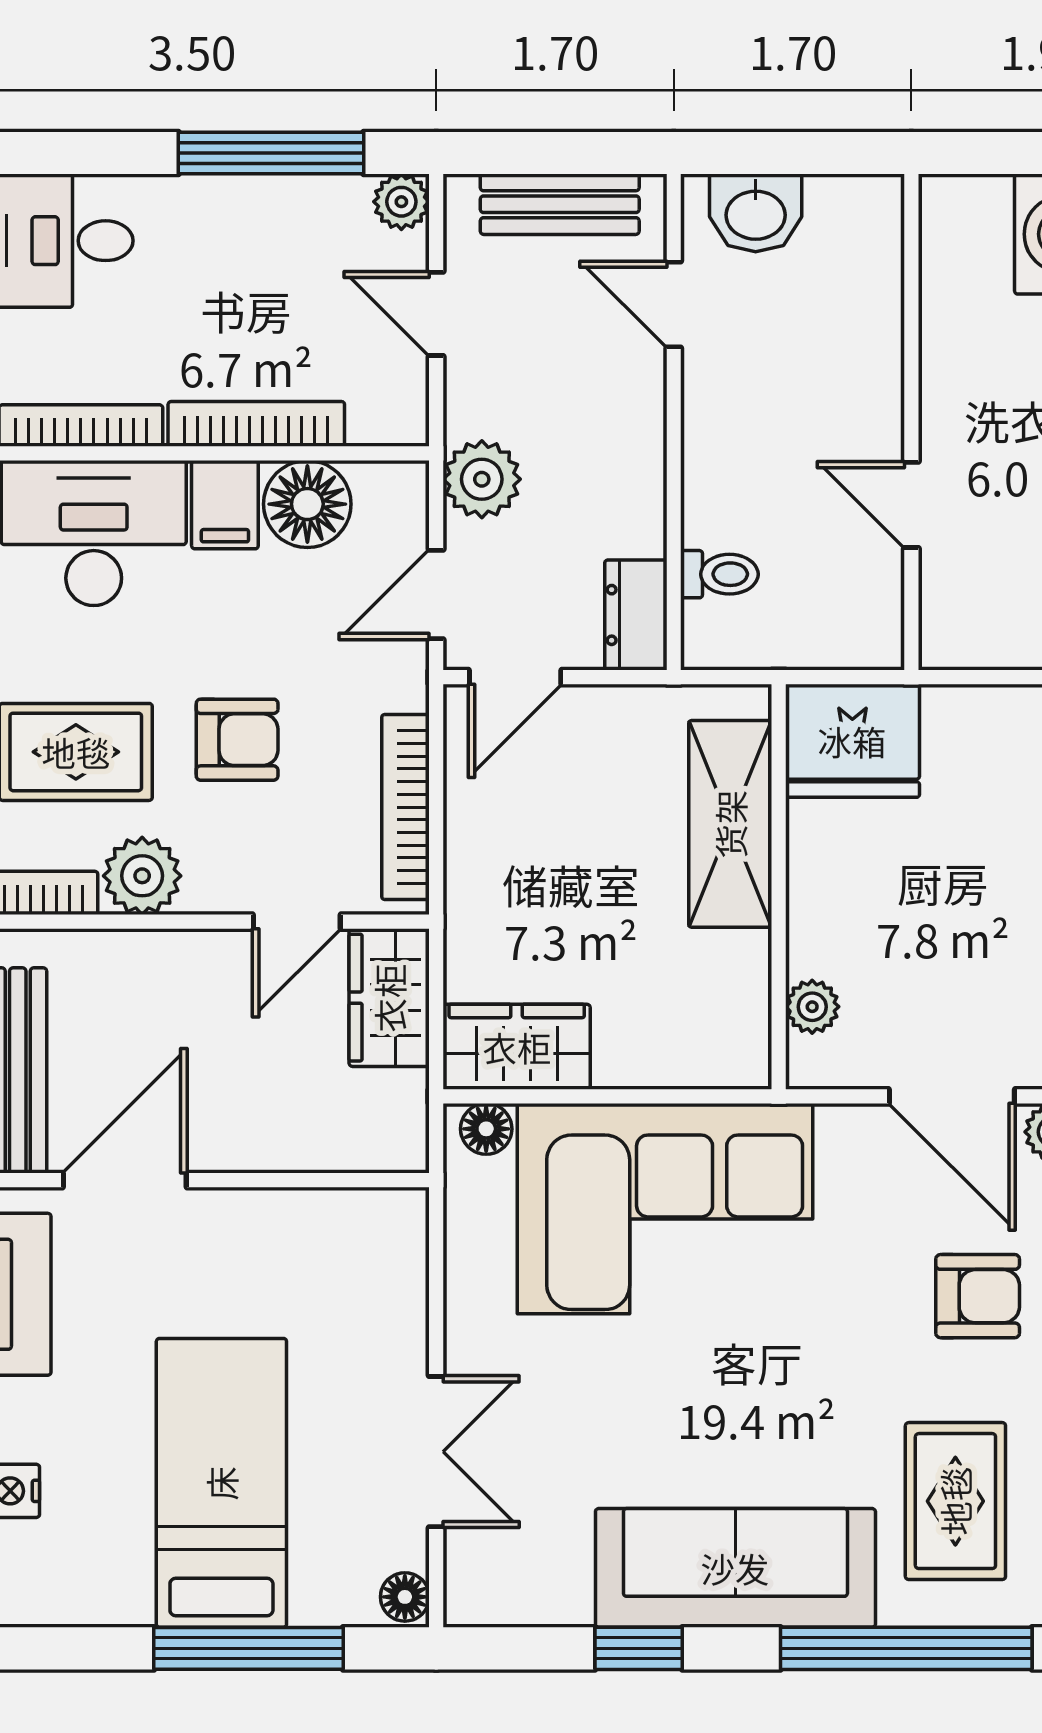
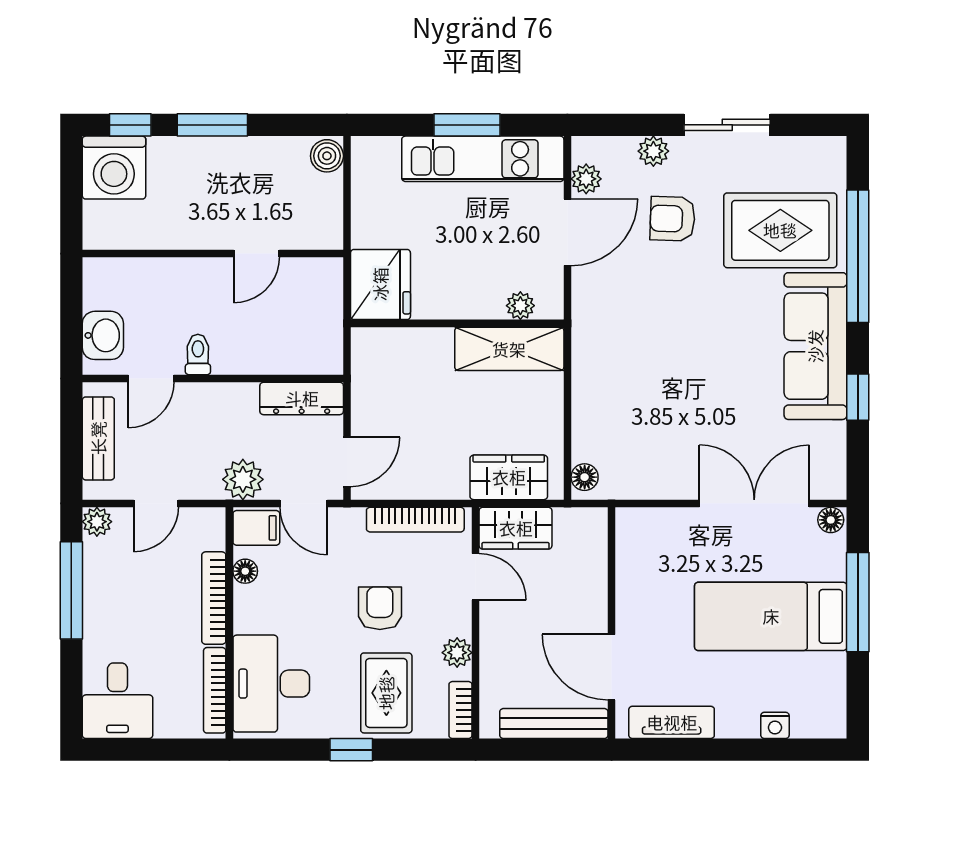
floor lamp: (307, 504) -> (245, 571), width x0.53, depth x0.53
filing cabinet: (225, 505) -> (256, 528), moved
toilet: (719, 574) -> (198, 354), moved
dresser: (636, 615) -> (302, 398), width x1.44
door: (515, 677) -> (347, 462), hinge flipped
shelving: (730, 824) -> (509, 349), moved
plant: (142, 876) -> (457, 653), width x0.73, depth x0.73
wardrobe: (517, 1047) -> (509, 477), moved, turned 90
corner sofa: (665, 1209) -> (627, 383), removed
armchair: (978, 1296) -> (673, 219), turned -88
double door: (436, 1452) -> (754, 503), width x1.37
rug: (955, 1501) -> (780, 230), width x1.36, depth x1.43

